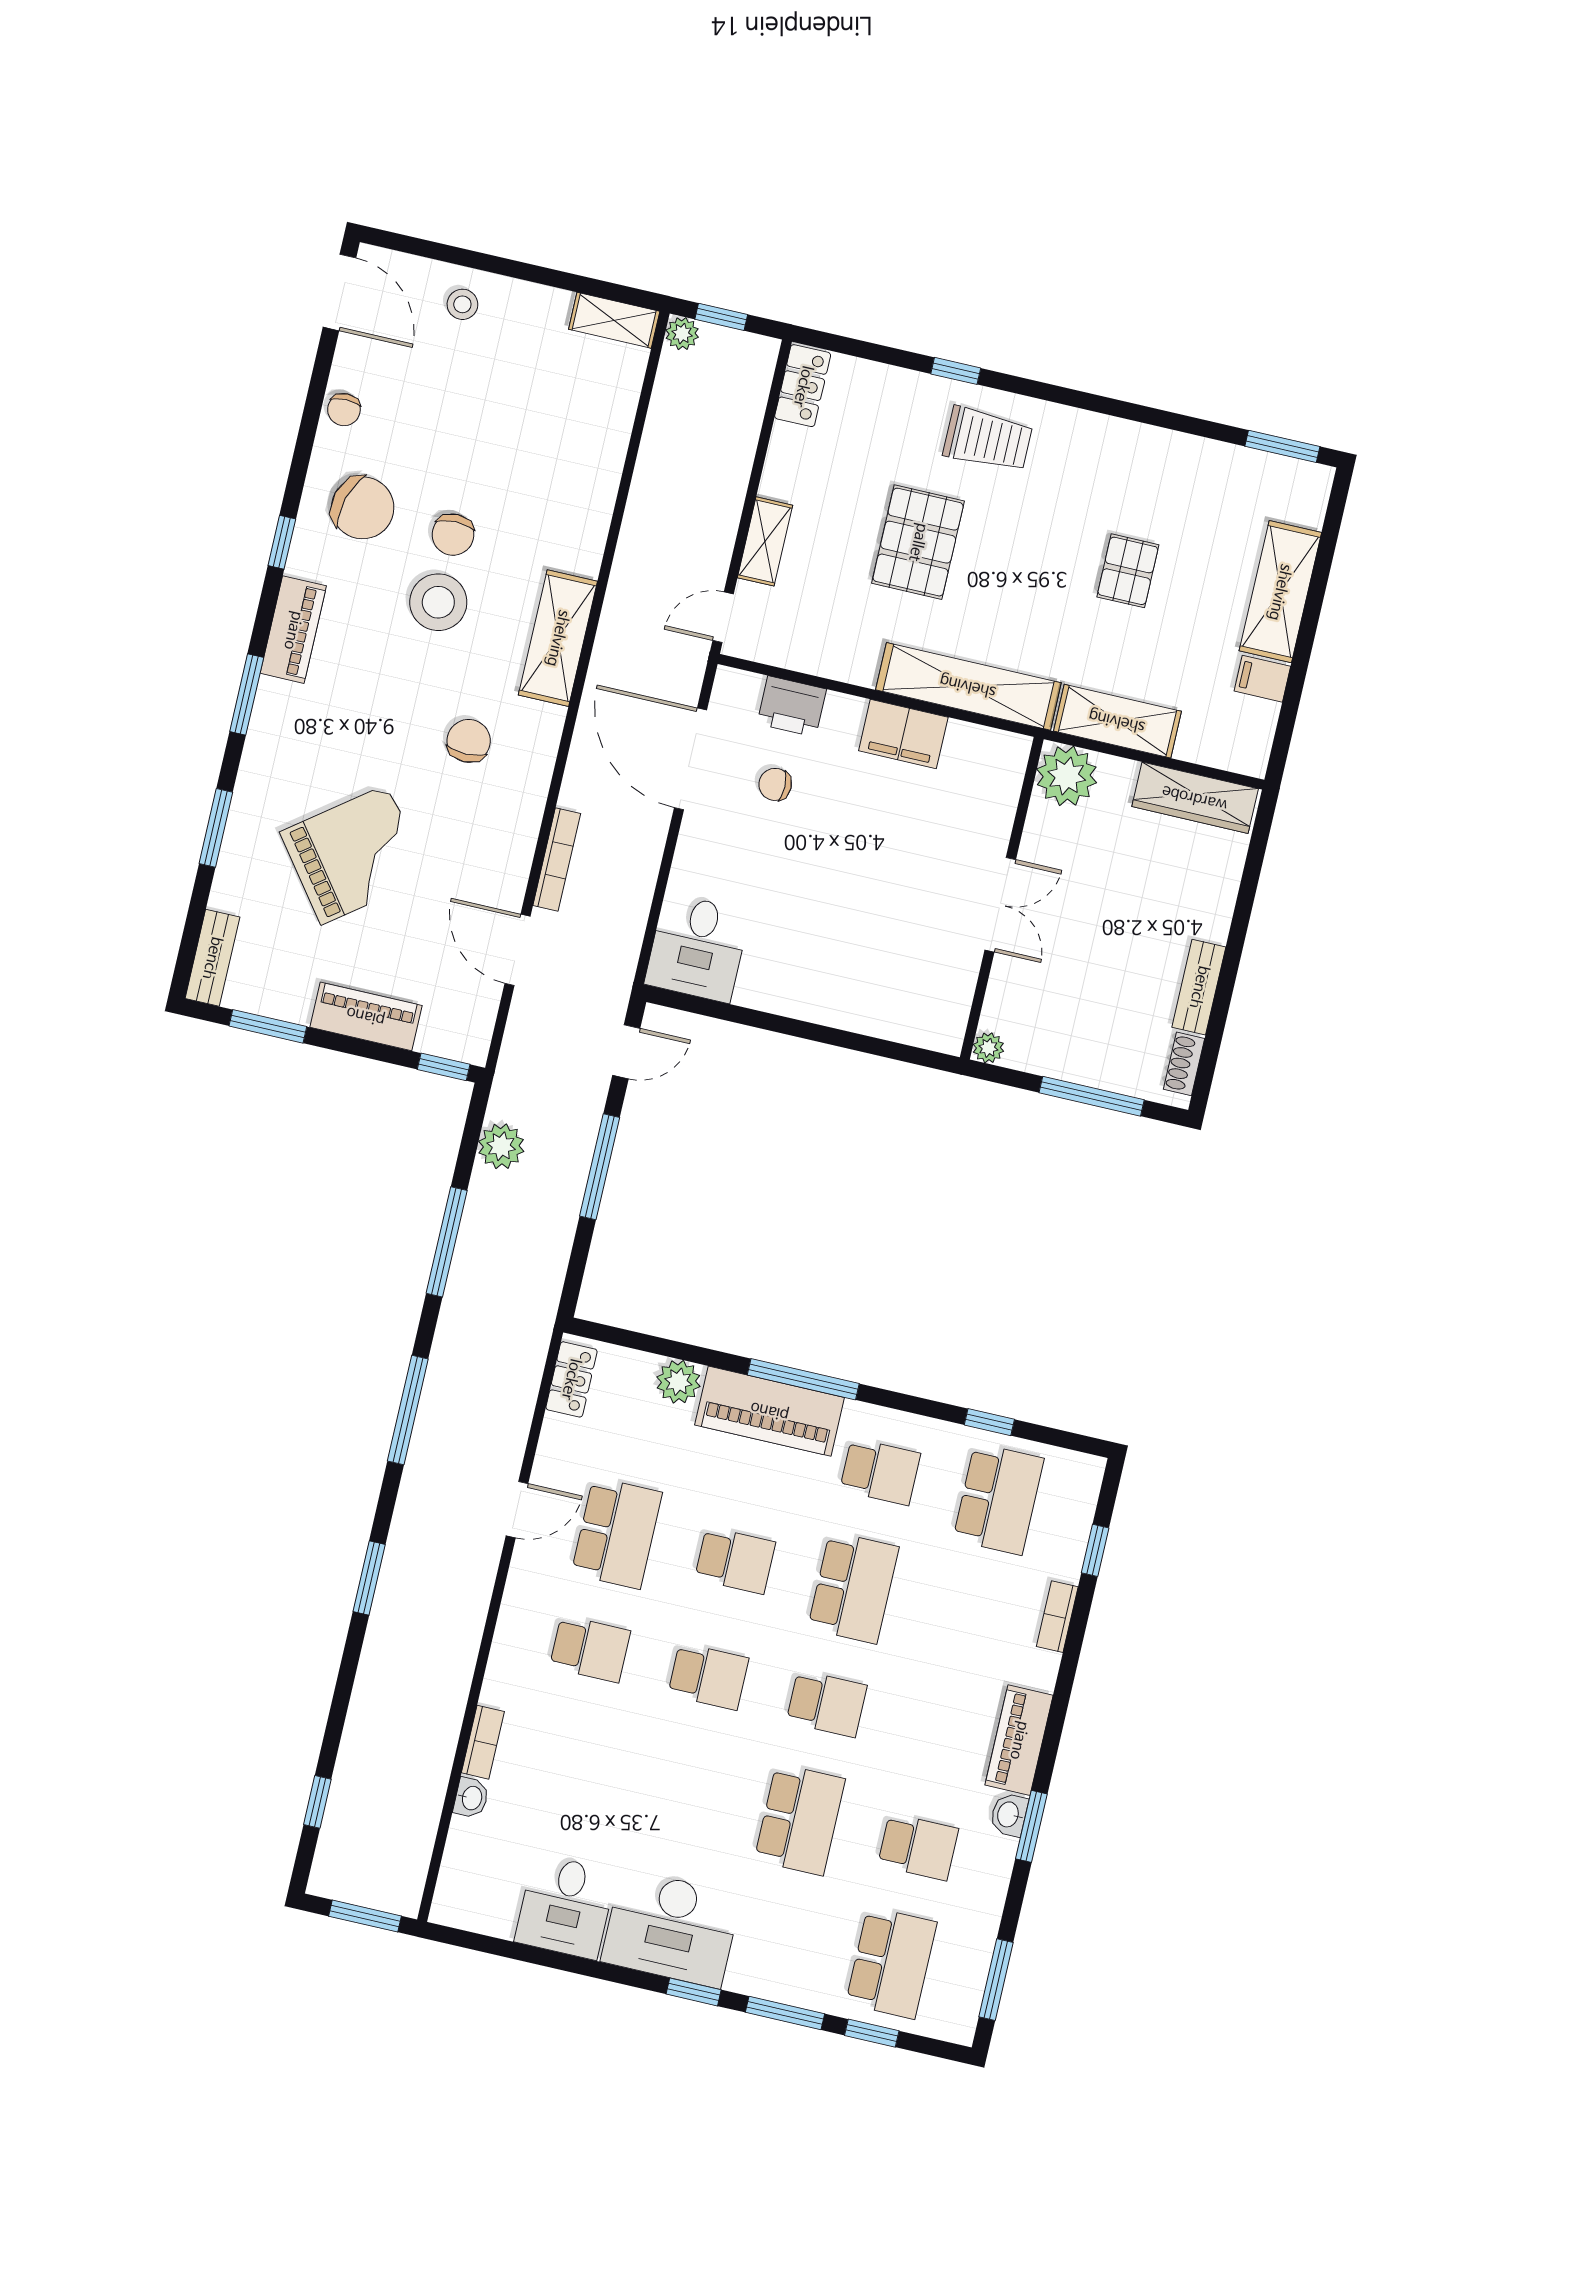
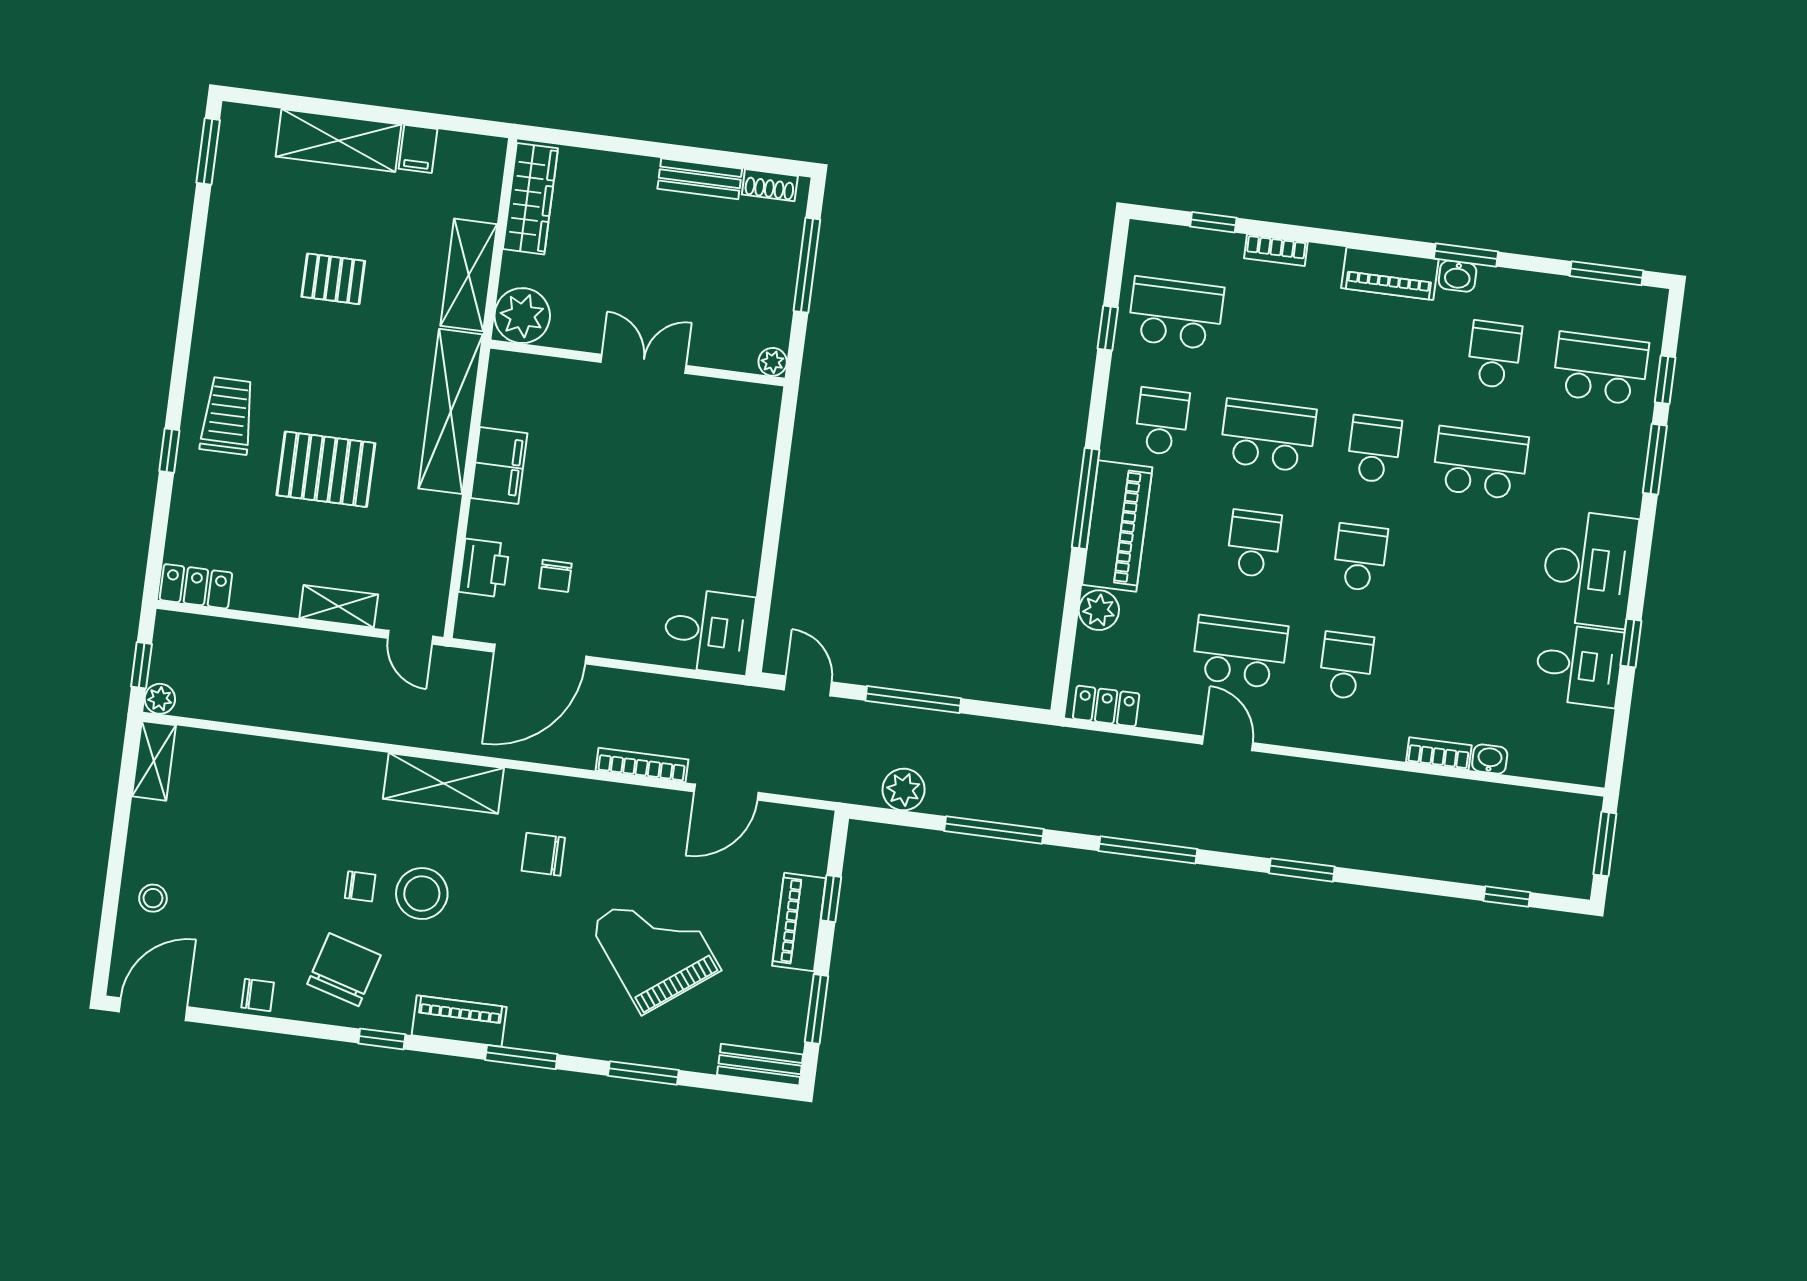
chair: (453, 535) -> (360, 886), width x0.73, depth x0.73
window: (444, 1067) -> (831, 899), moved
window: (694, 1992) -> (1631, 643), moved

